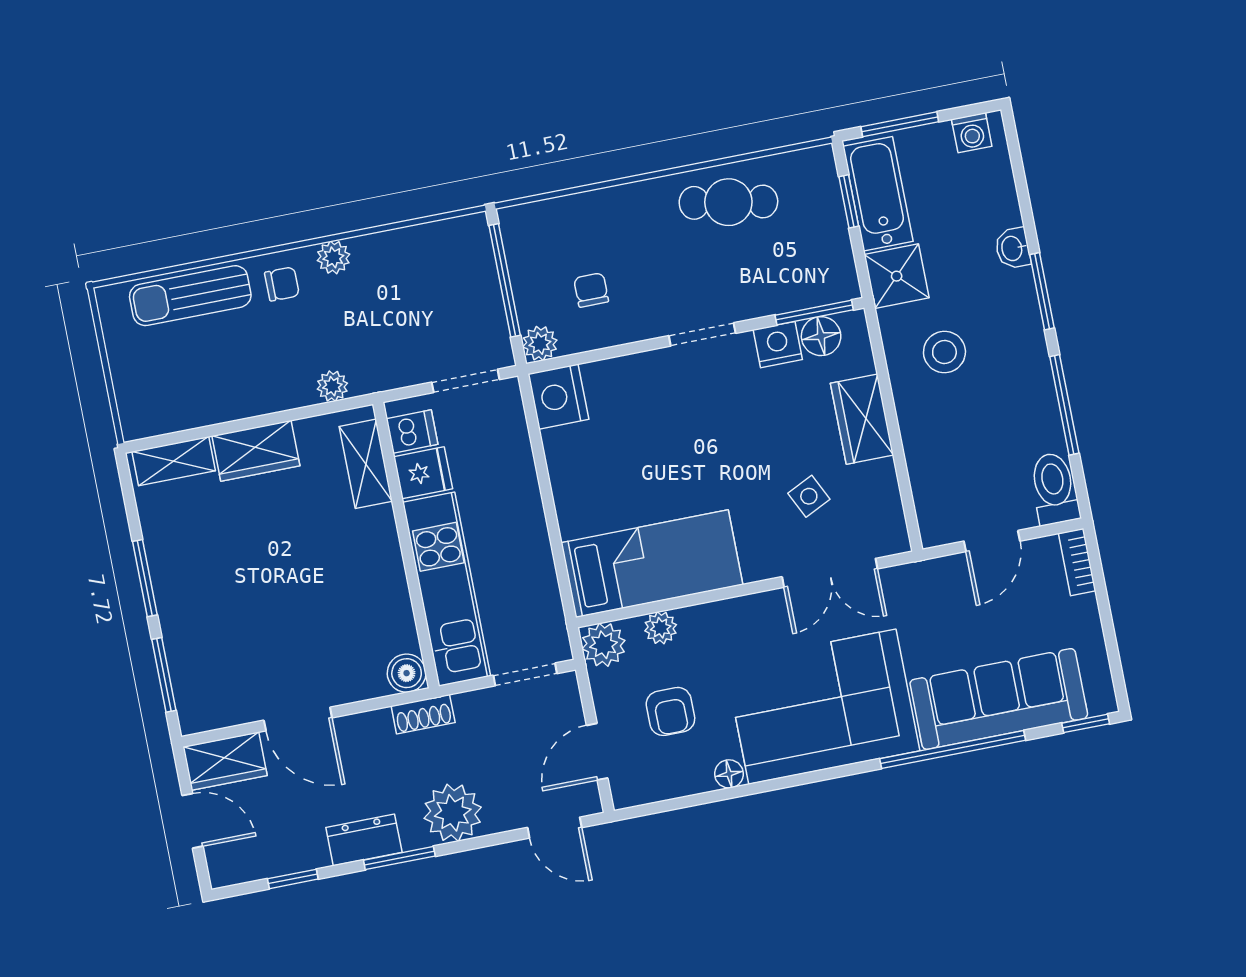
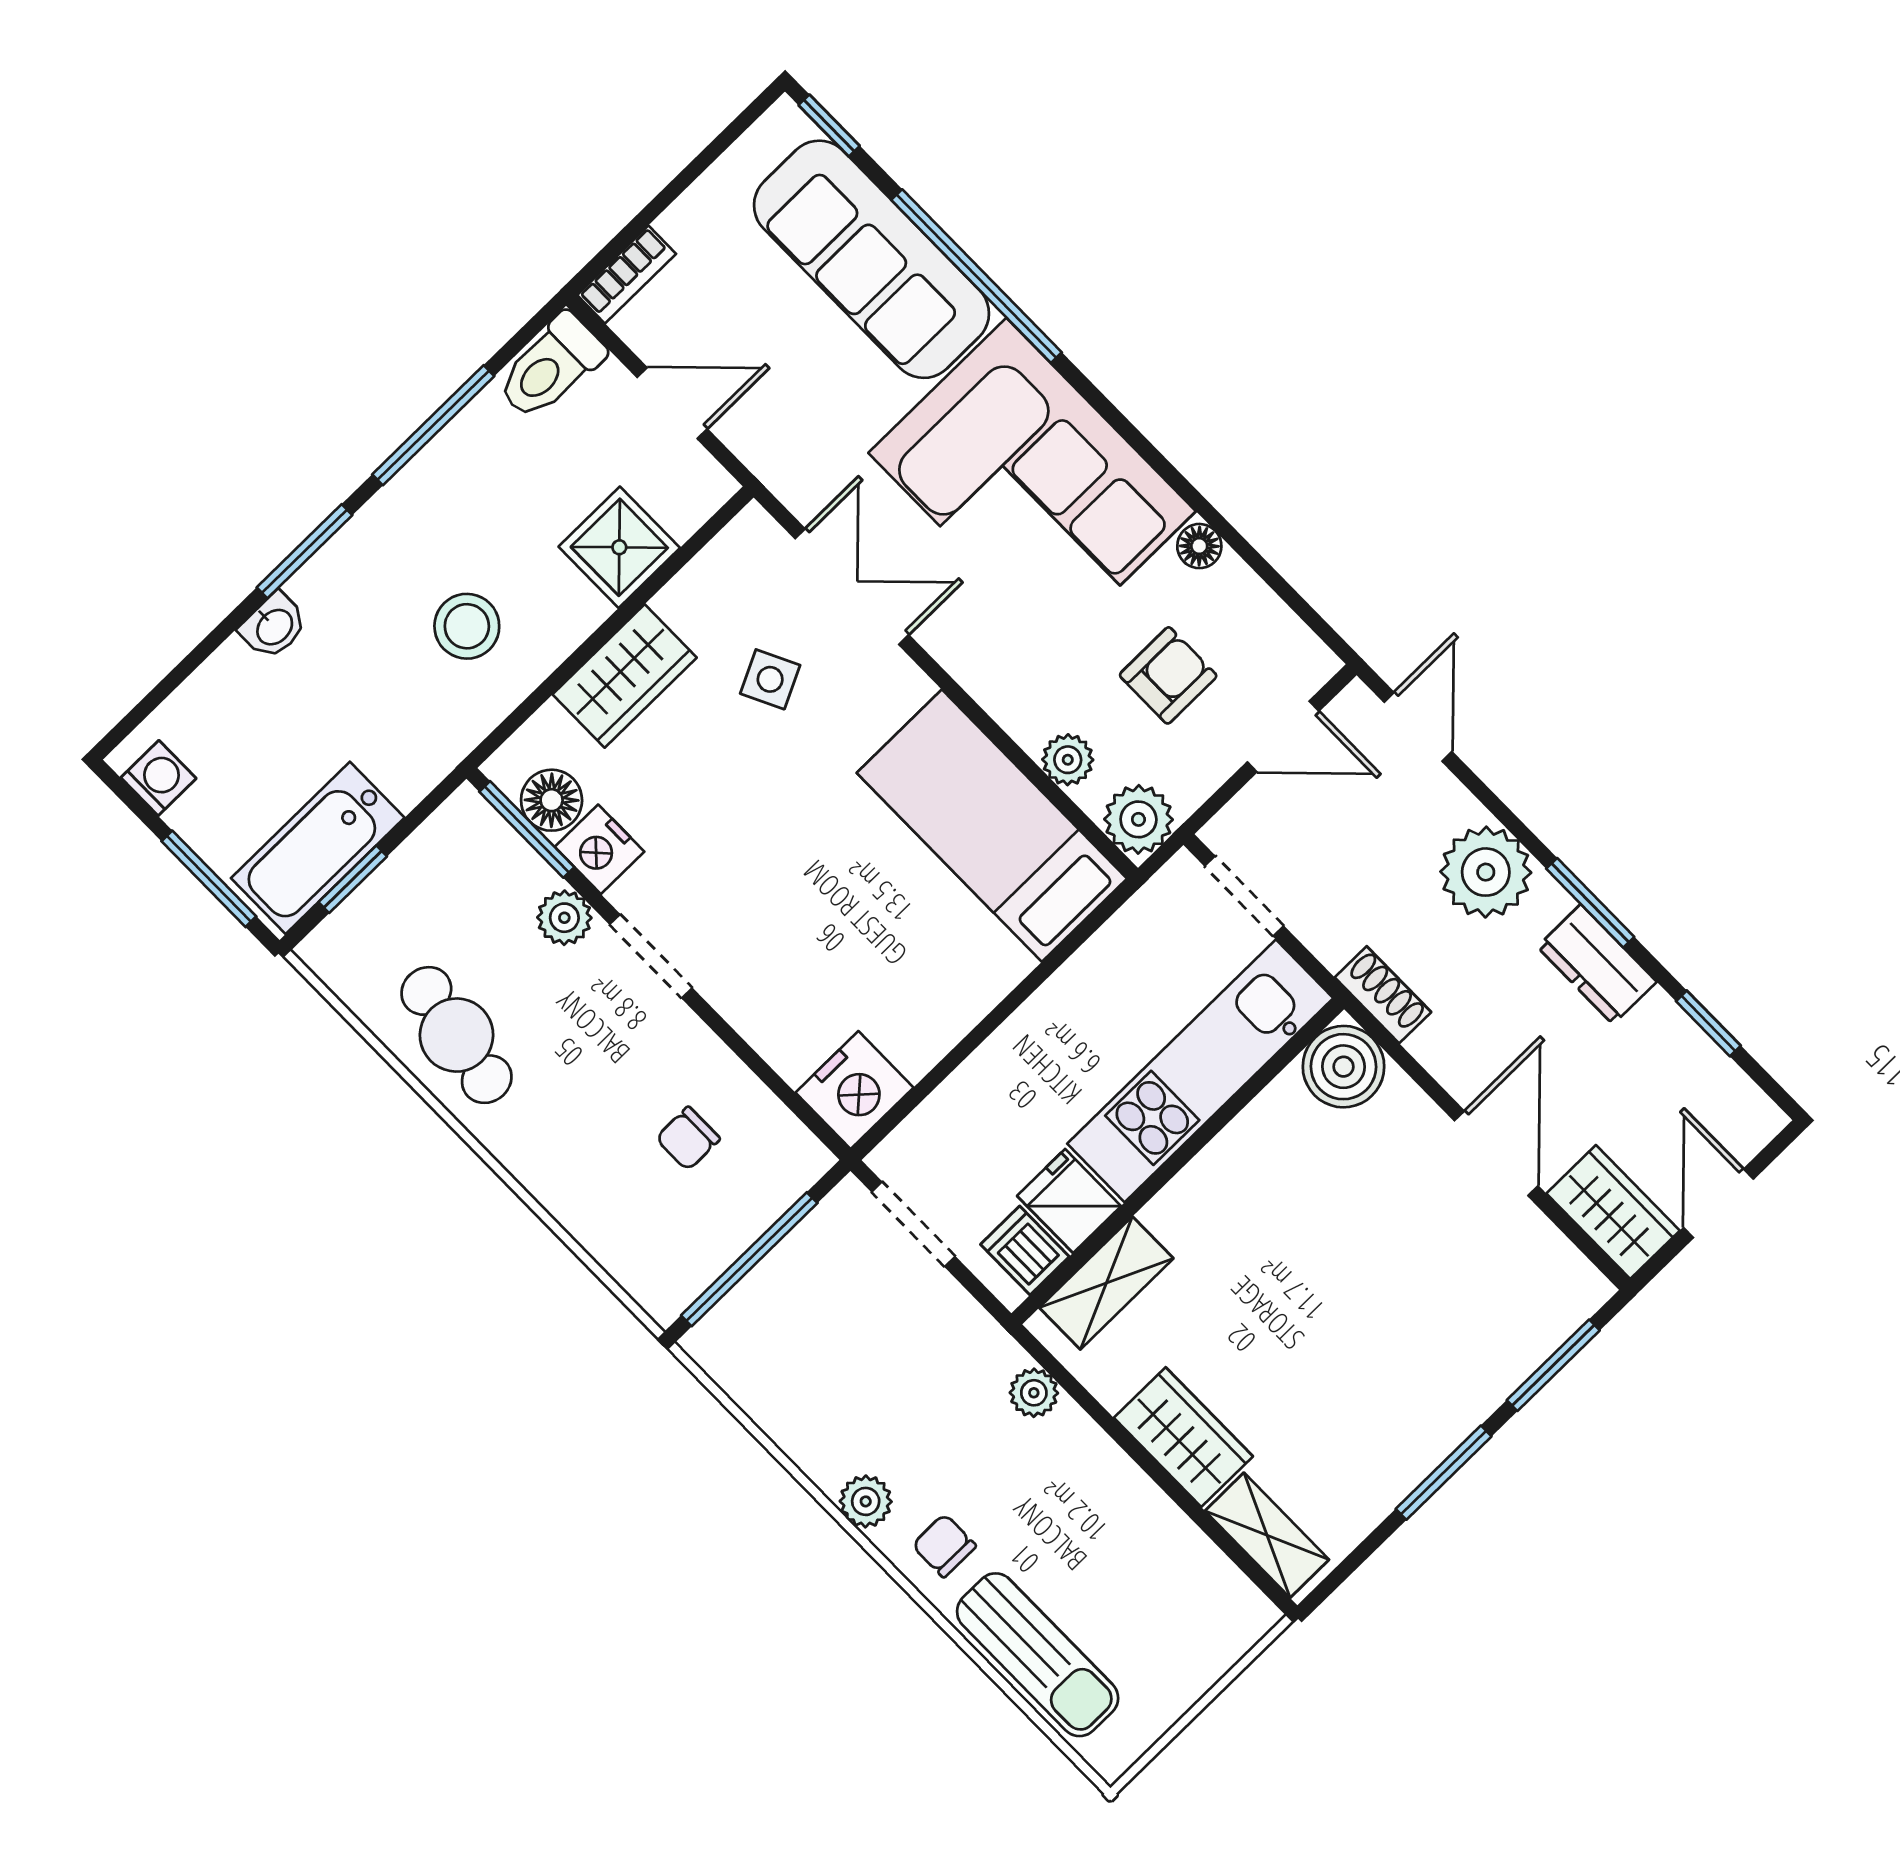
shower: (897, 276) -> (619, 547), moved
plant: (540, 343) -> (564, 918), moved
boiler: (407, 673) -> (1343, 1067), width x1.36, depth x1.36

